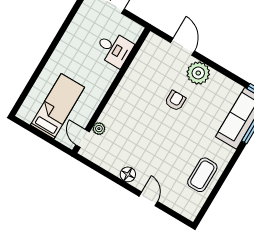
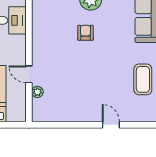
door: (83, 138) -> (29, 74), moved
floor lamp: (128, 174) -> (83, 115), removed

